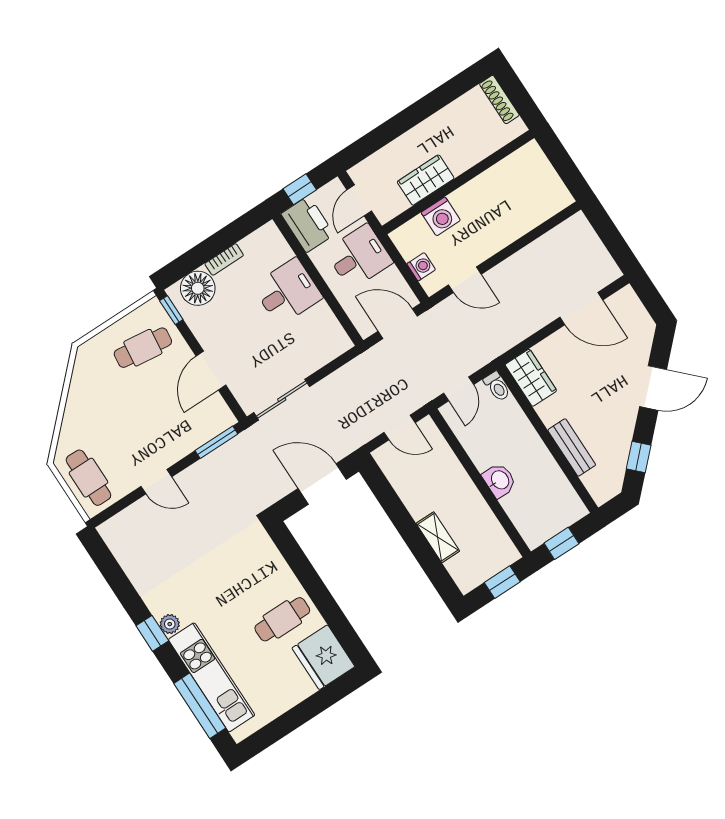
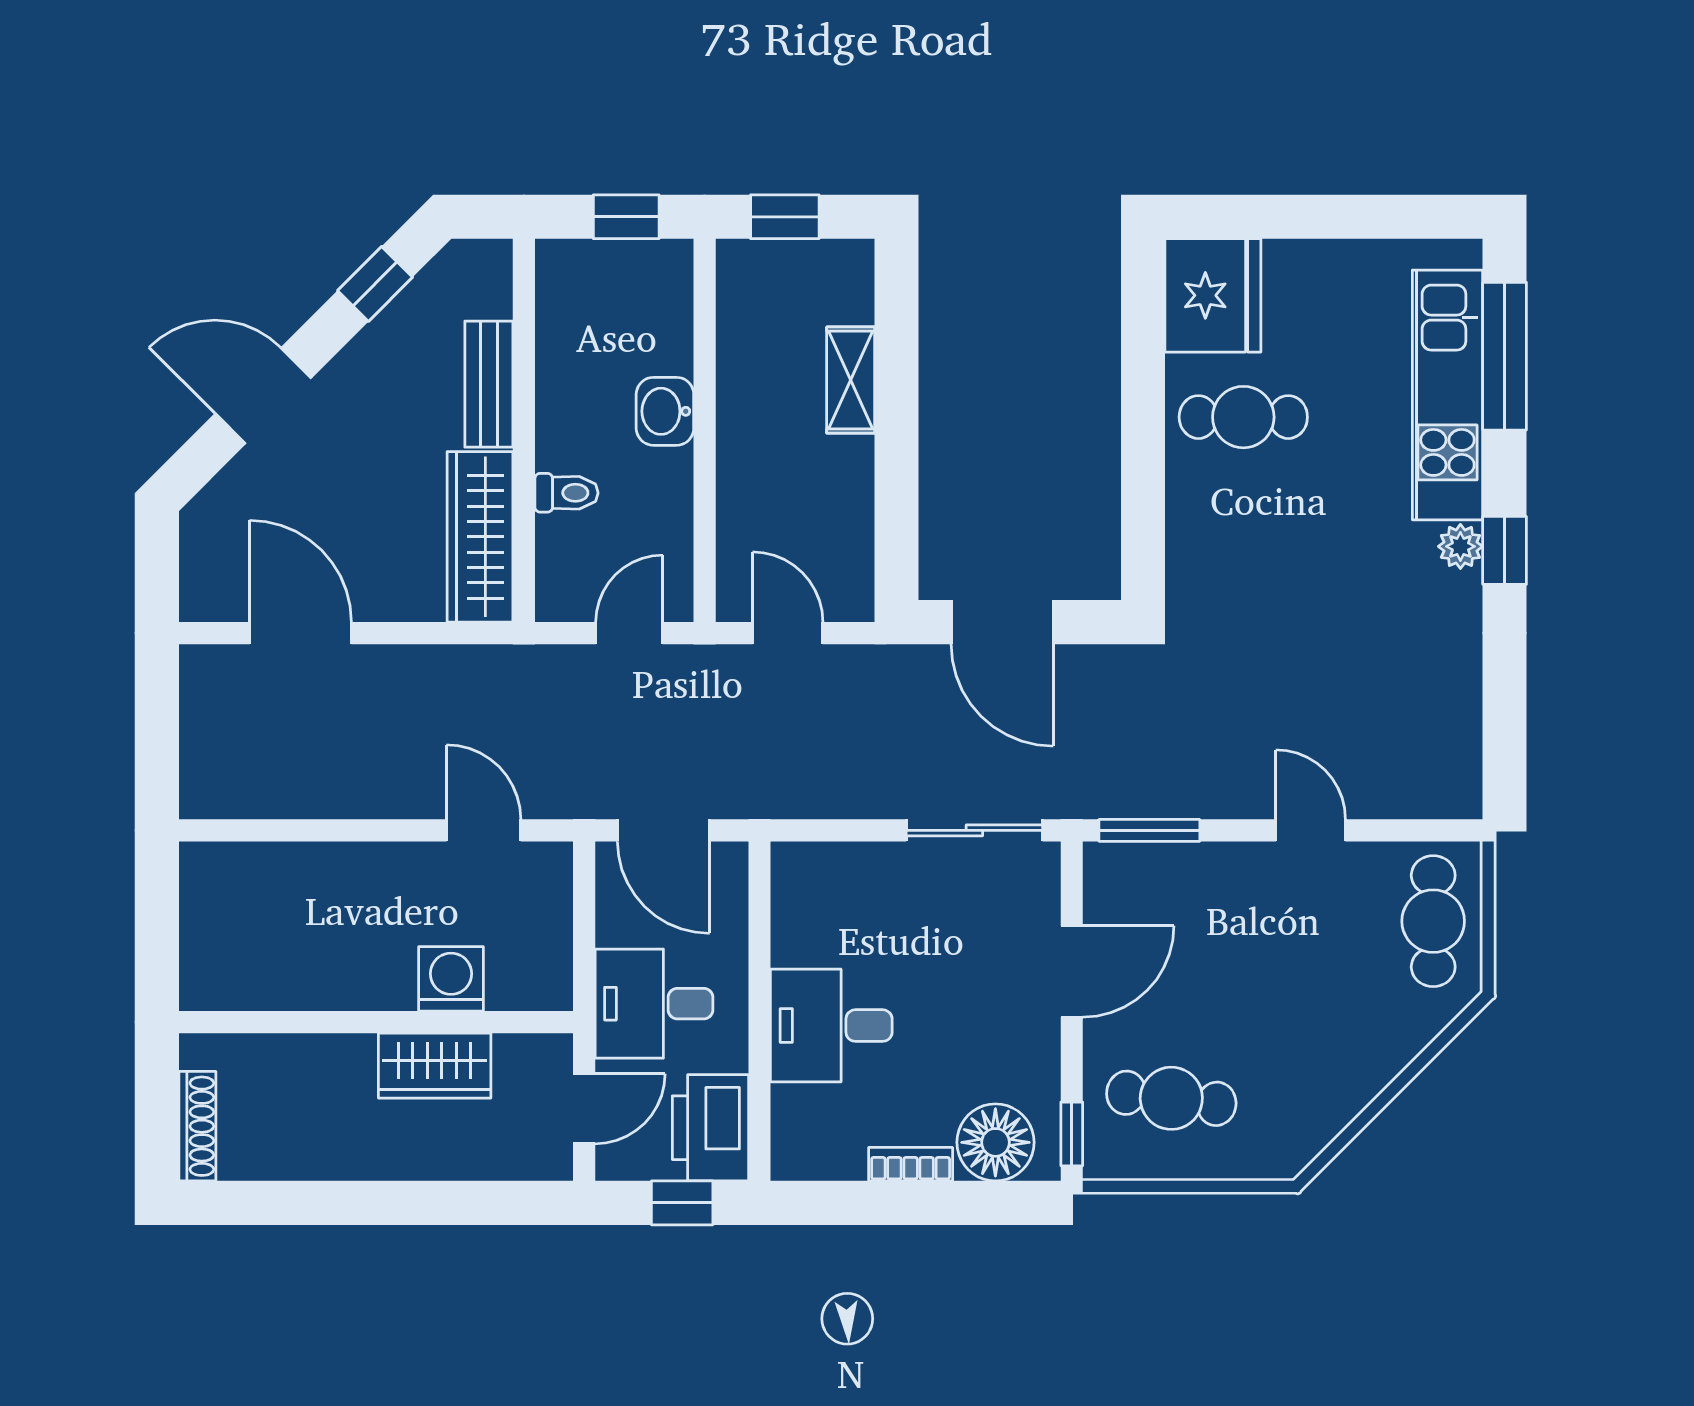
washing machine: (421, 267) -> (549, 908), removed
wardrobe: (531, 378) -> (480, 537), width x1.50
toilet: (497, 386) -> (566, 493), moved, turned 90

